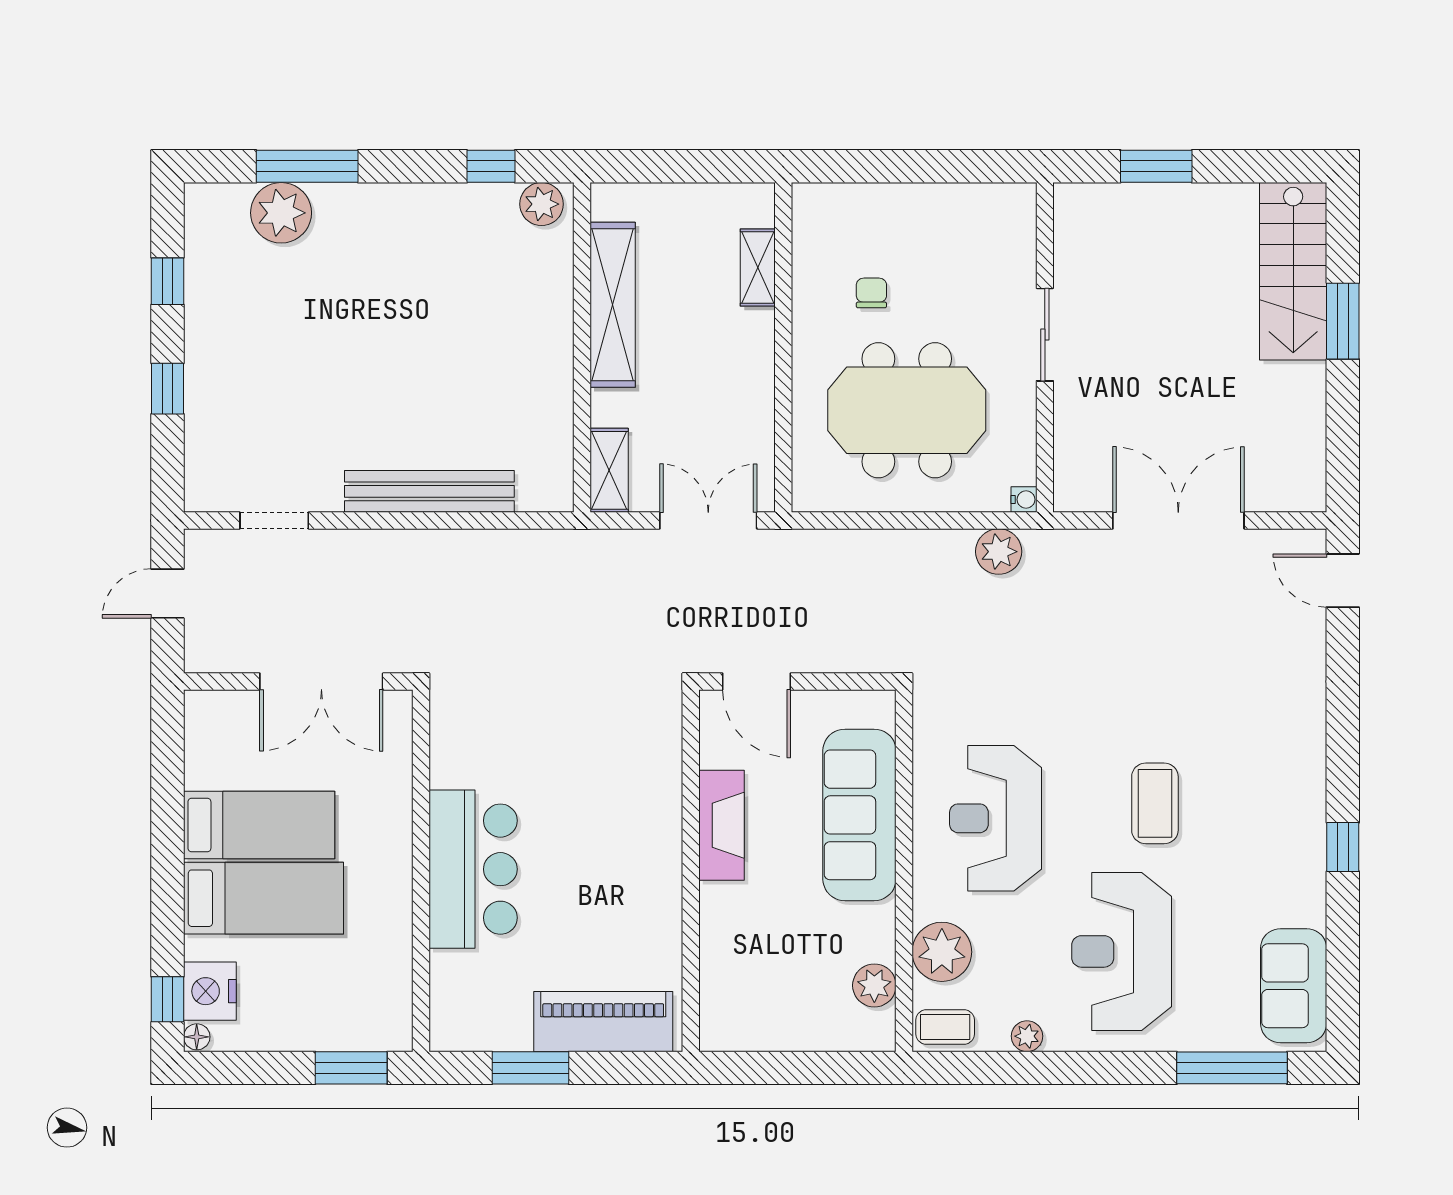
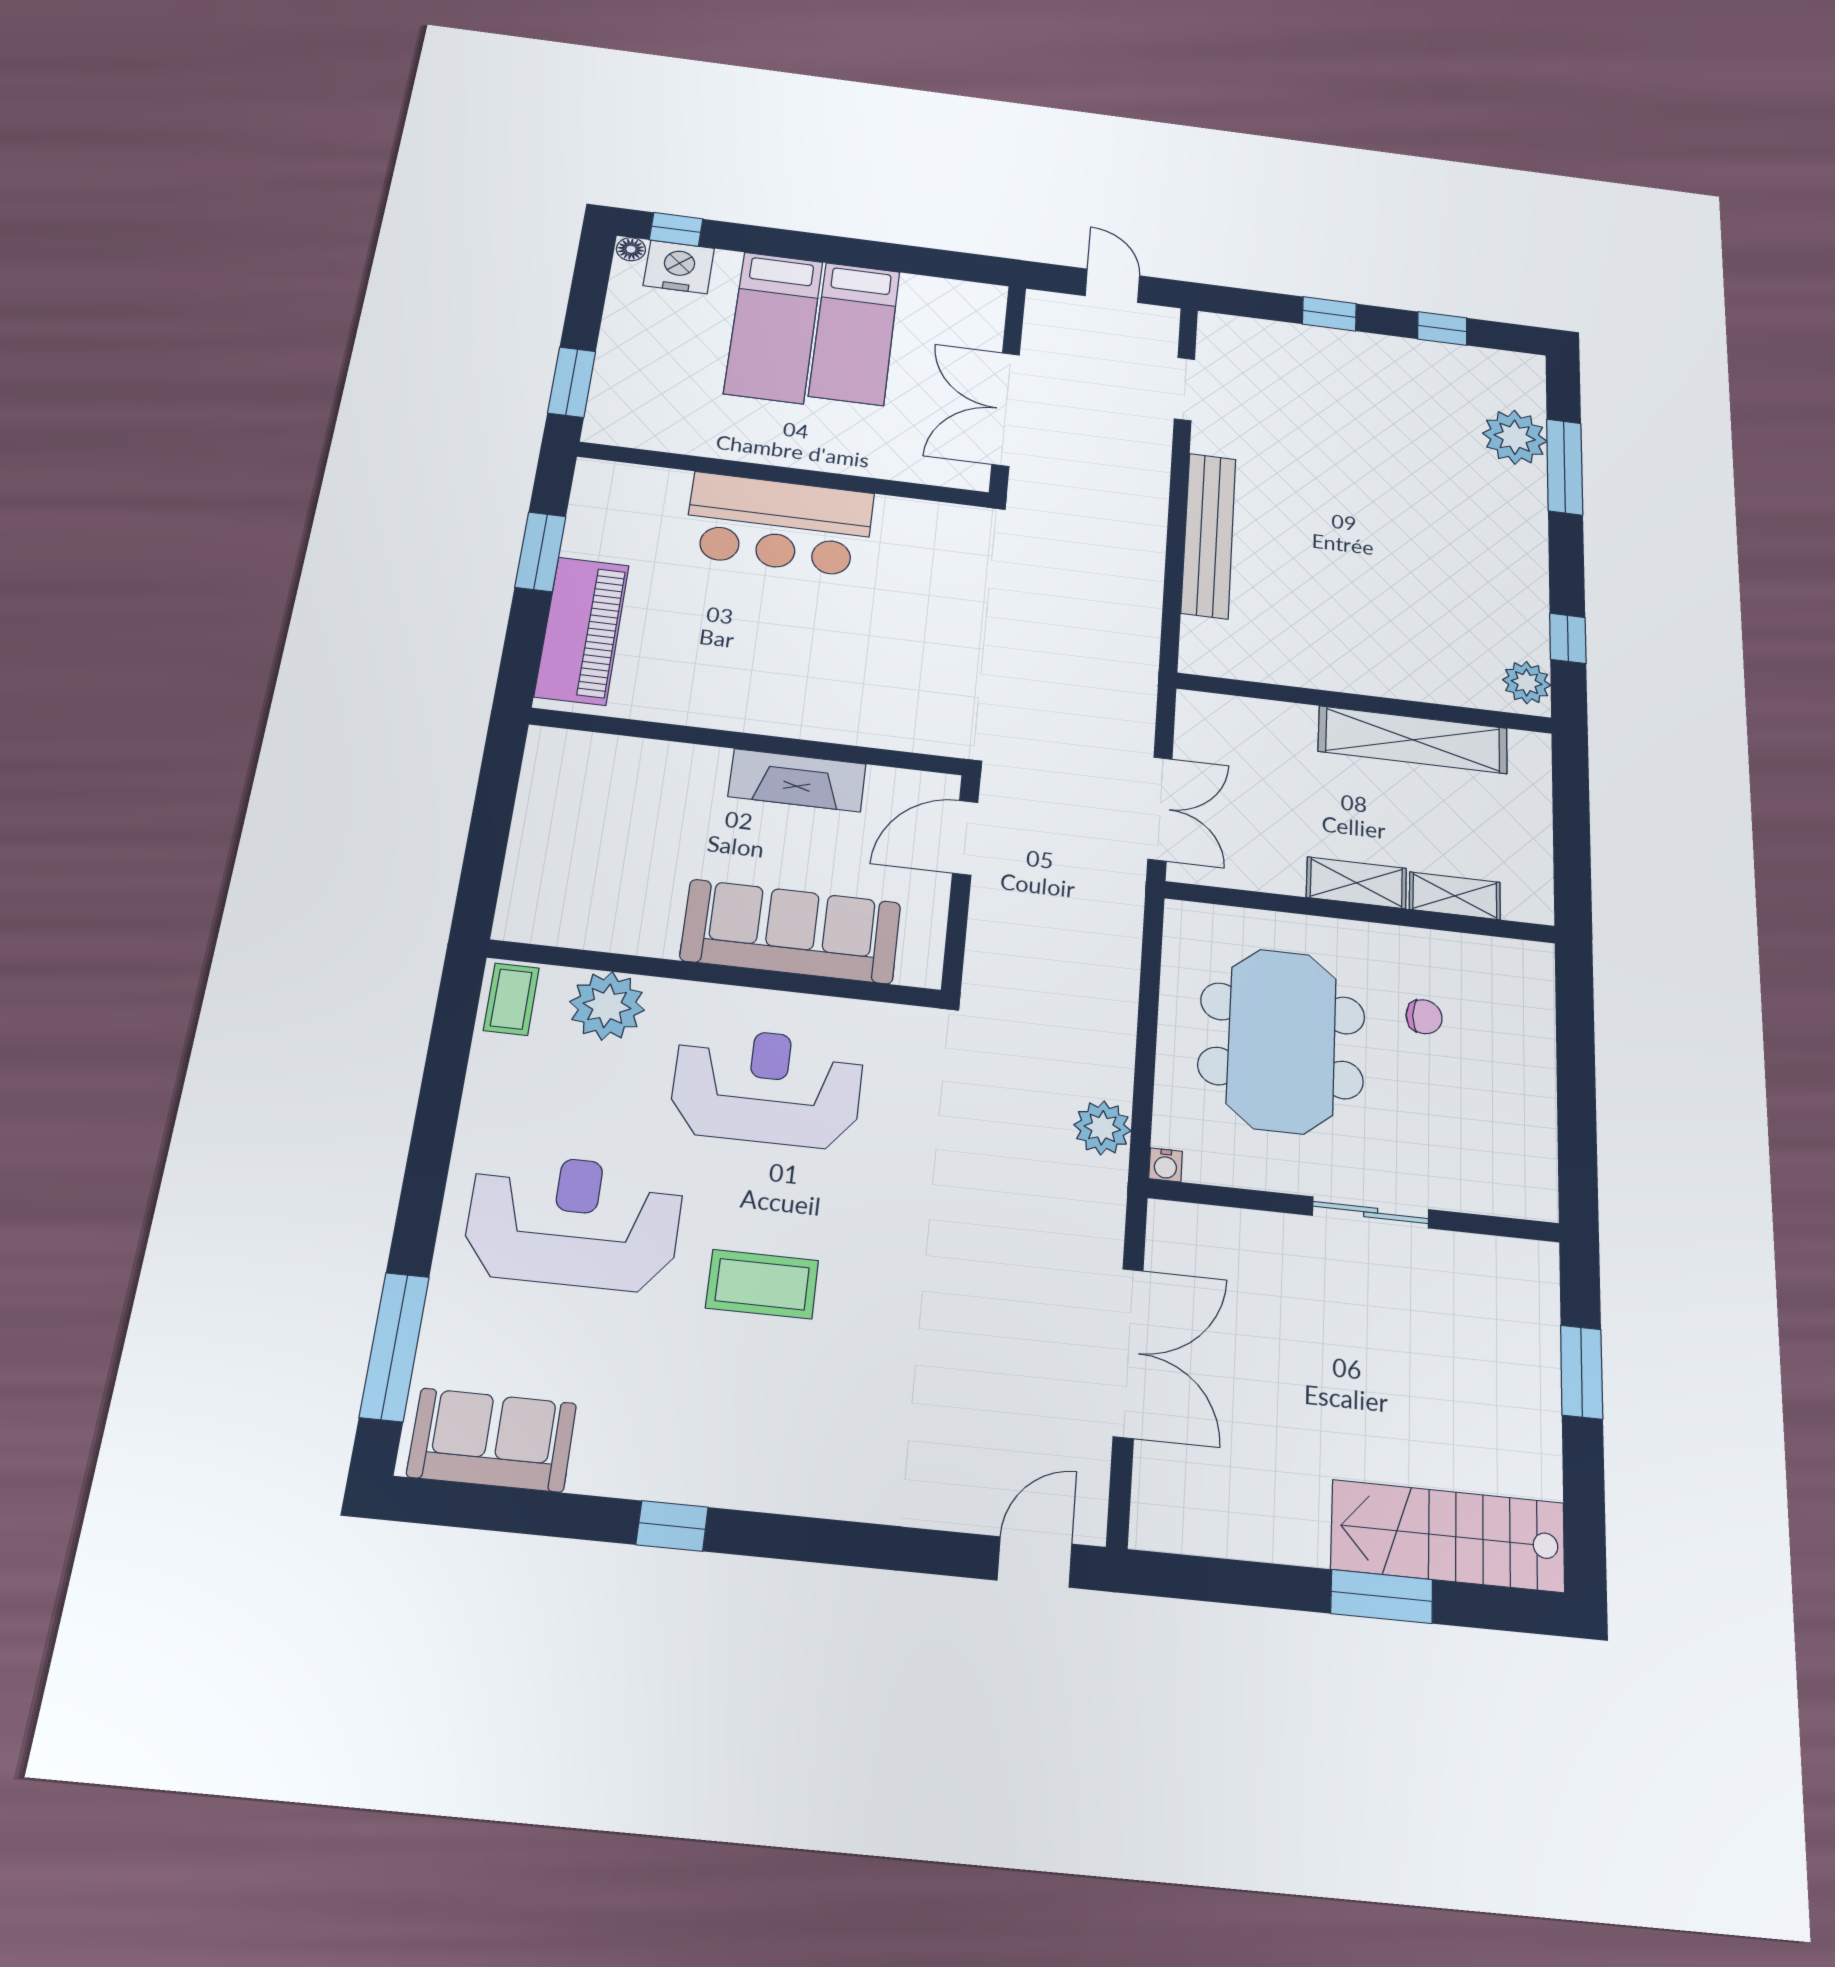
shelving: (609, 470) -> (1356, 883), moved
plant: (874, 985) -> (577, 924), removed
plant: (1027, 1036) -> (483, 1094), removed

